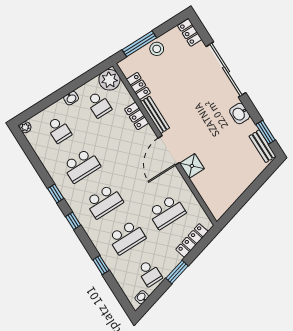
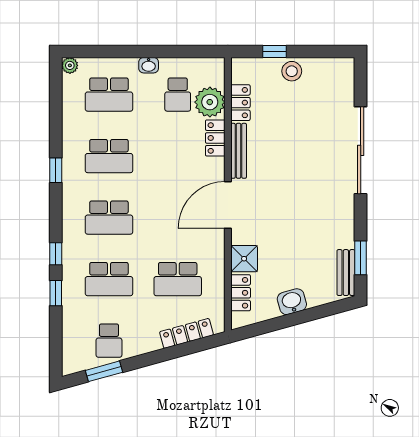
locker: (190, 32) -> (241, 293), moved, turned 180
window: (139, 44) -> (274, 51), width x0.46
plant: (109, 80) -> (210, 102), moved
washbasin: (240, 114) -> (292, 302), moved, turned 75
school desk: (59, 130) -> (109, 95), width x1.85
shower: (192, 166) -> (244, 259), moved
window: (73, 221) -> (56, 254), moved
window: (177, 272) -> (104, 371), moved
washbasin: (142, 297) -> (81, 364), removed

